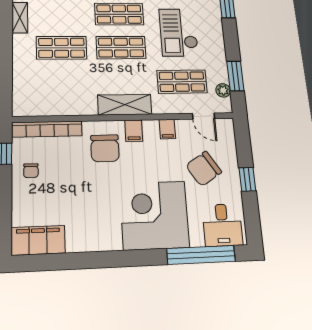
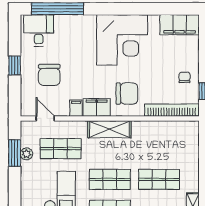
plant: (223, 90) -> (26, 154), moved
filing cabinet: (134, 131) -> (97, 107), width x2.00
chair: (105, 148) -> (127, 94), turned 90
chair: (204, 169) -> (49, 75), turned 123
corner desk: (154, 215) -> (122, 40), moved

